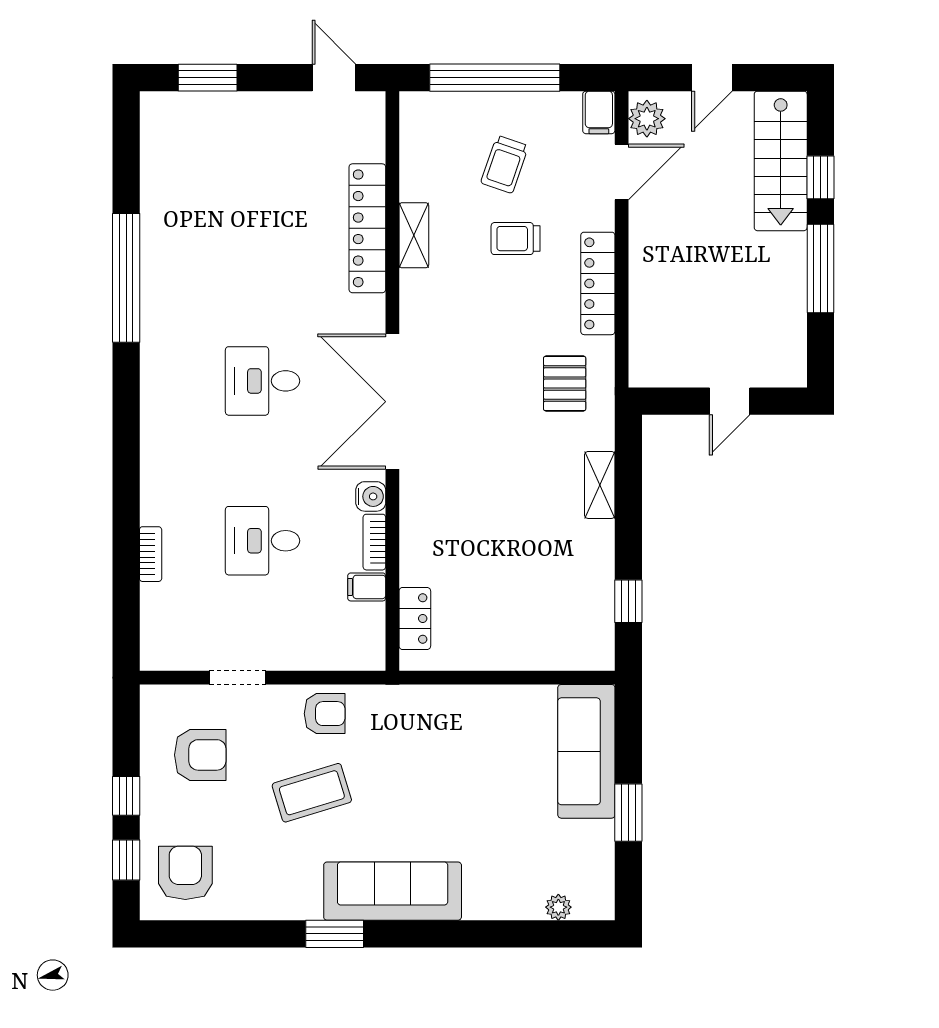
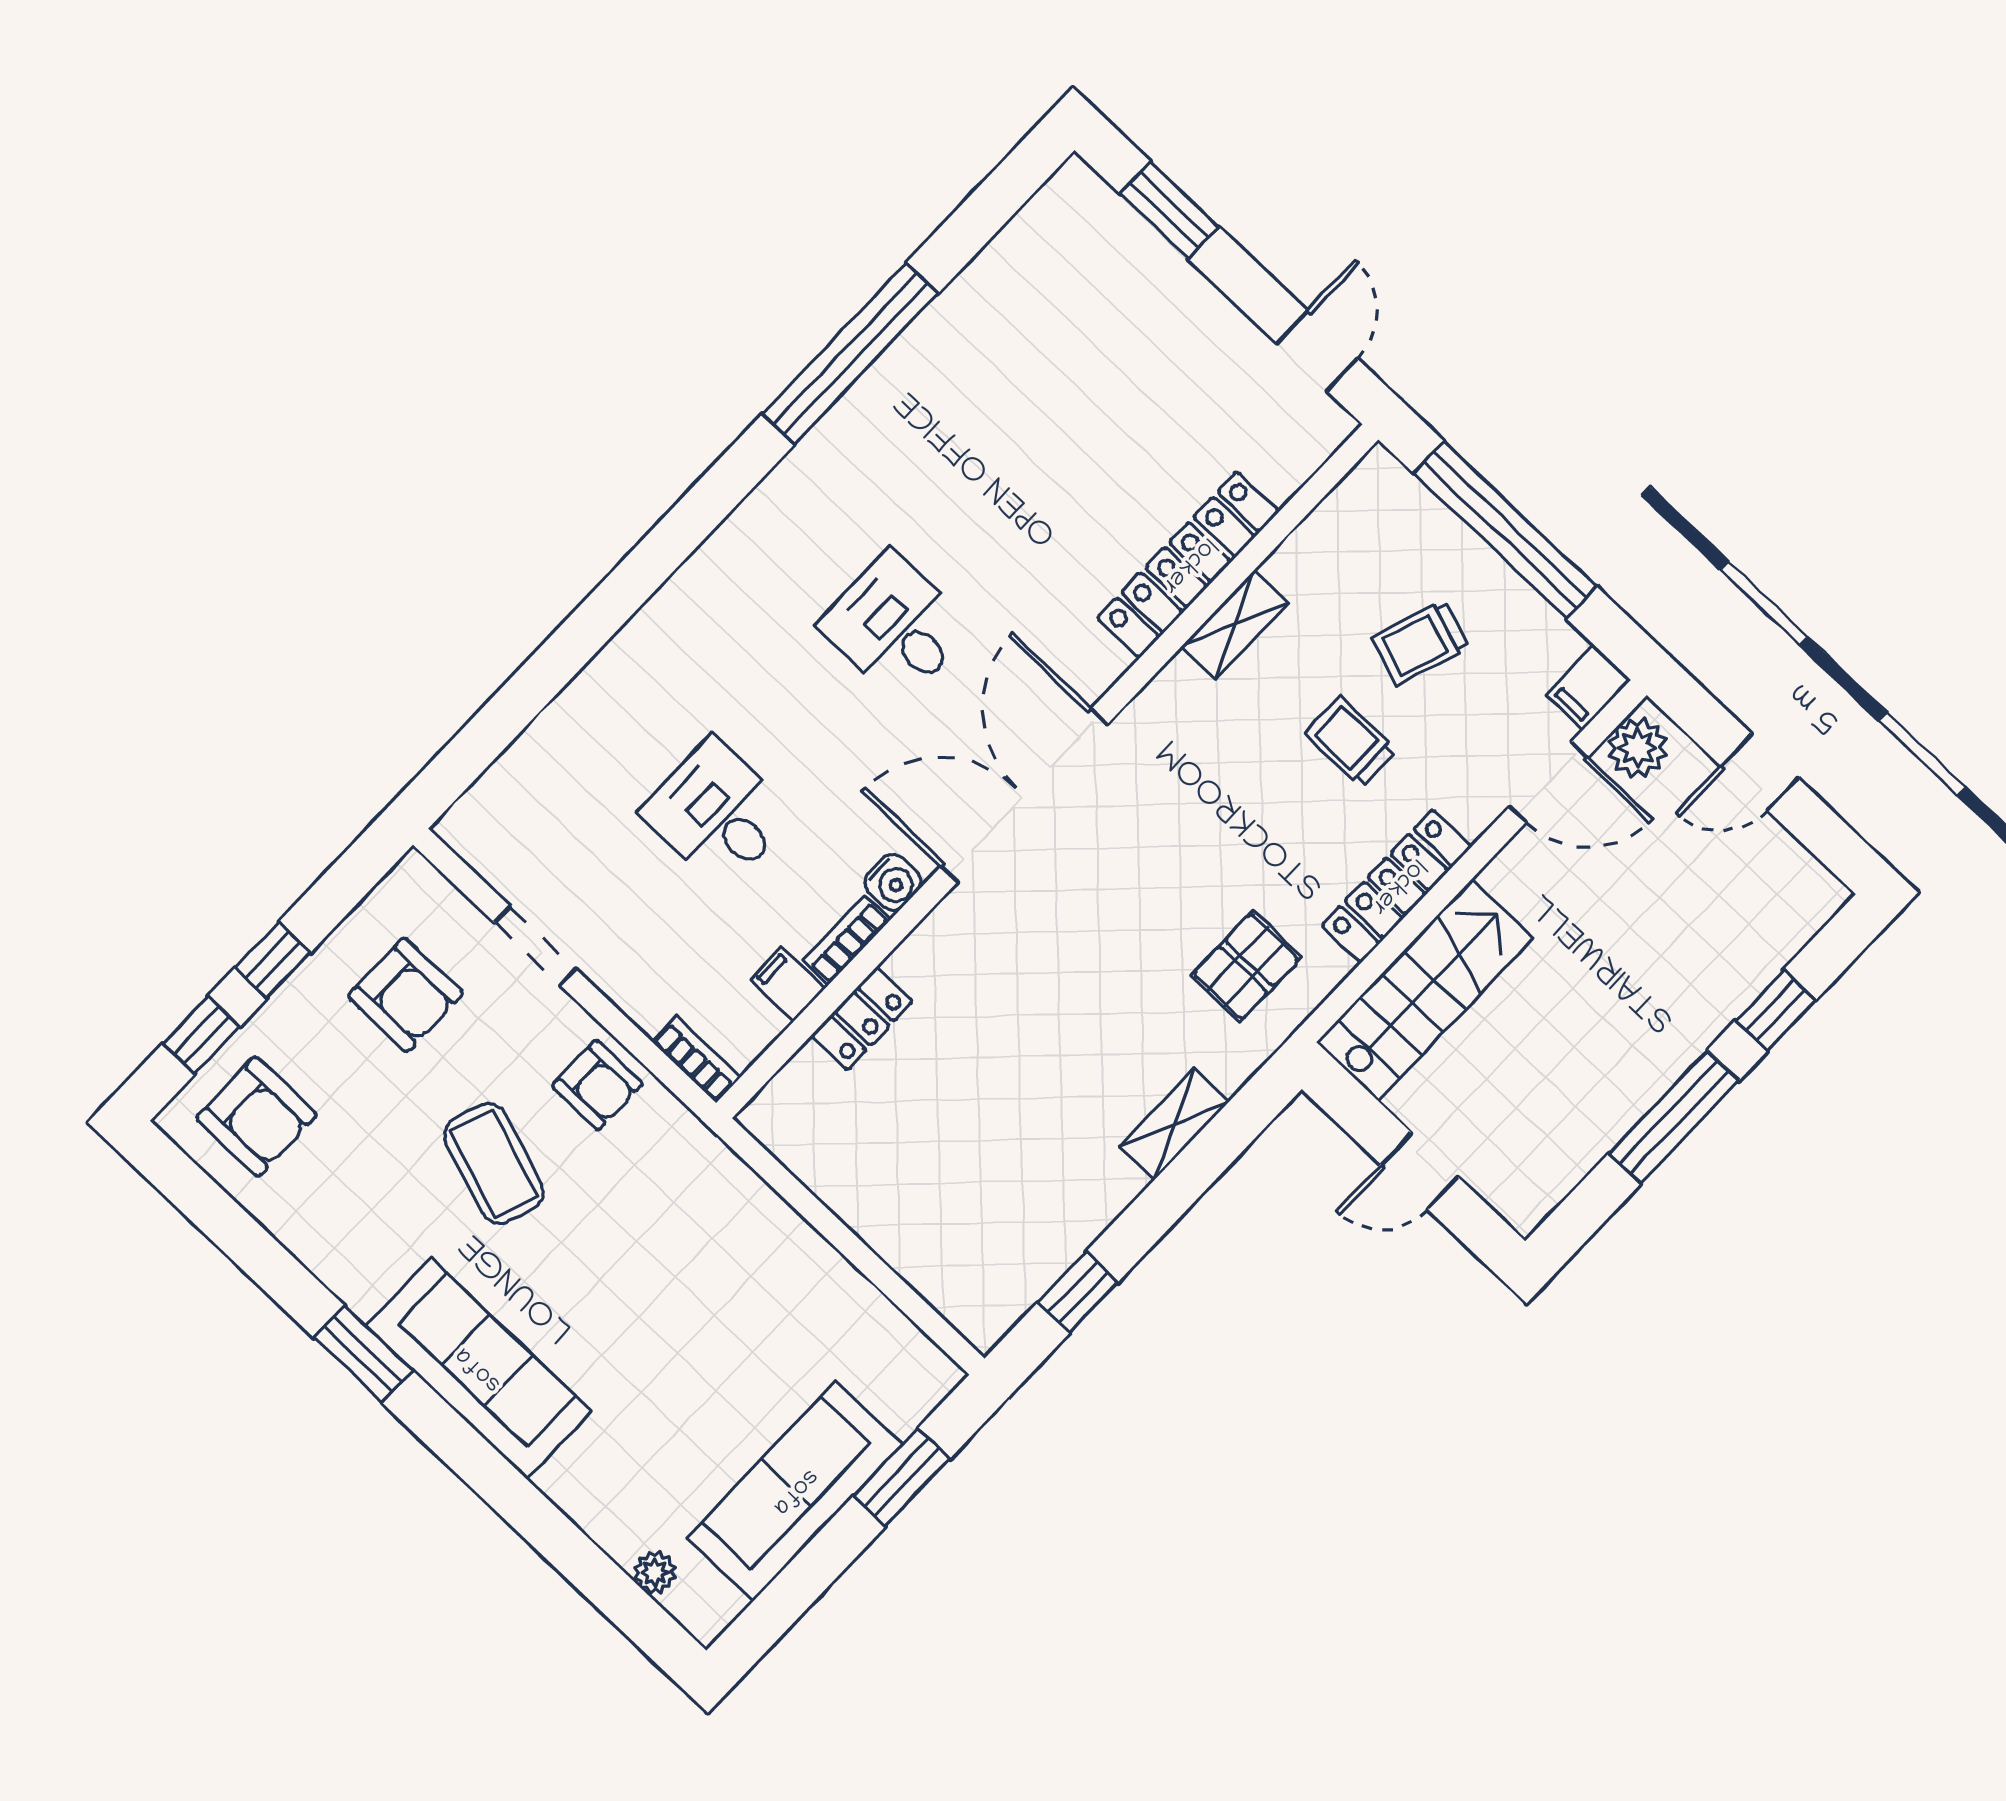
stairs: (781, 161) -> (1425, 990), moved, turned 180
bookcase: (151, 554) -> (696, 1060), moved, turned -90
locker: (415, 618) -> (862, 1019), moved
sofa: (586, 751) -> (795, 1491), moved
coffee table: (312, 793) -> (494, 1164), turned 36
window: (628, 813) -> (902, 1477), moved
armchair: (185, 873) -> (256, 1116), turned 90

